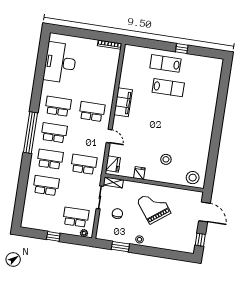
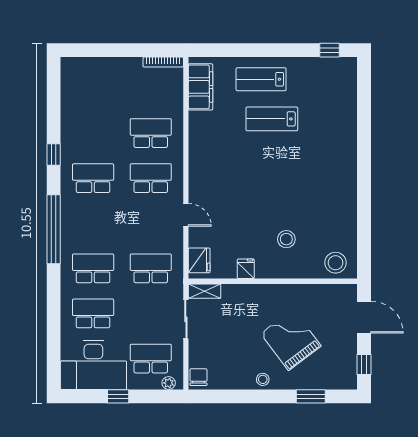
window: (182, 48) -> (329, 50), moved
desk: (60, 63) -> (93, 365), moved, turned -90
lab bench: (168, 88) -> (272, 119), turned 180
window: (37, 89) -> (54, 155), added
filing cabinet: (123, 102) -> (200, 87), moved
school desk: (54, 133) -> (151, 133), moved
grand piano: (154, 206) -> (291, 340), moved
chair: (117, 214) -> (198, 377), moved
window: (120, 247) -> (311, 396), moved

